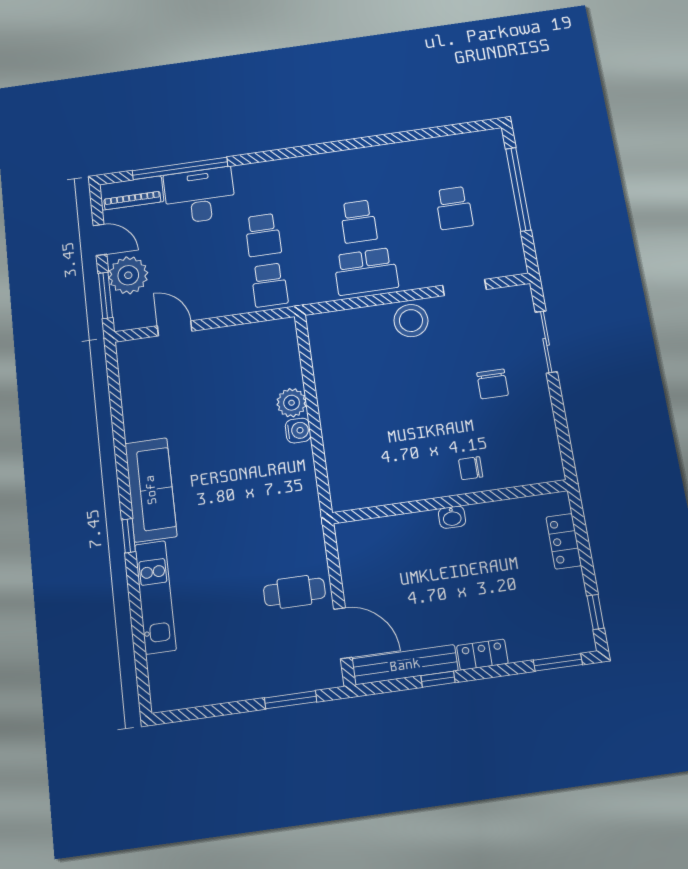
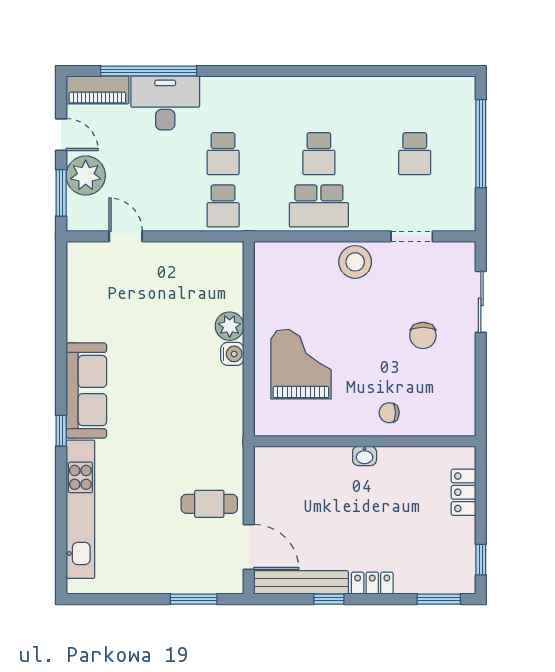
grand piano: (371, 431) -> (301, 364), added
kitchen unit: (155, 597) -> (80, 509), width x1.36

